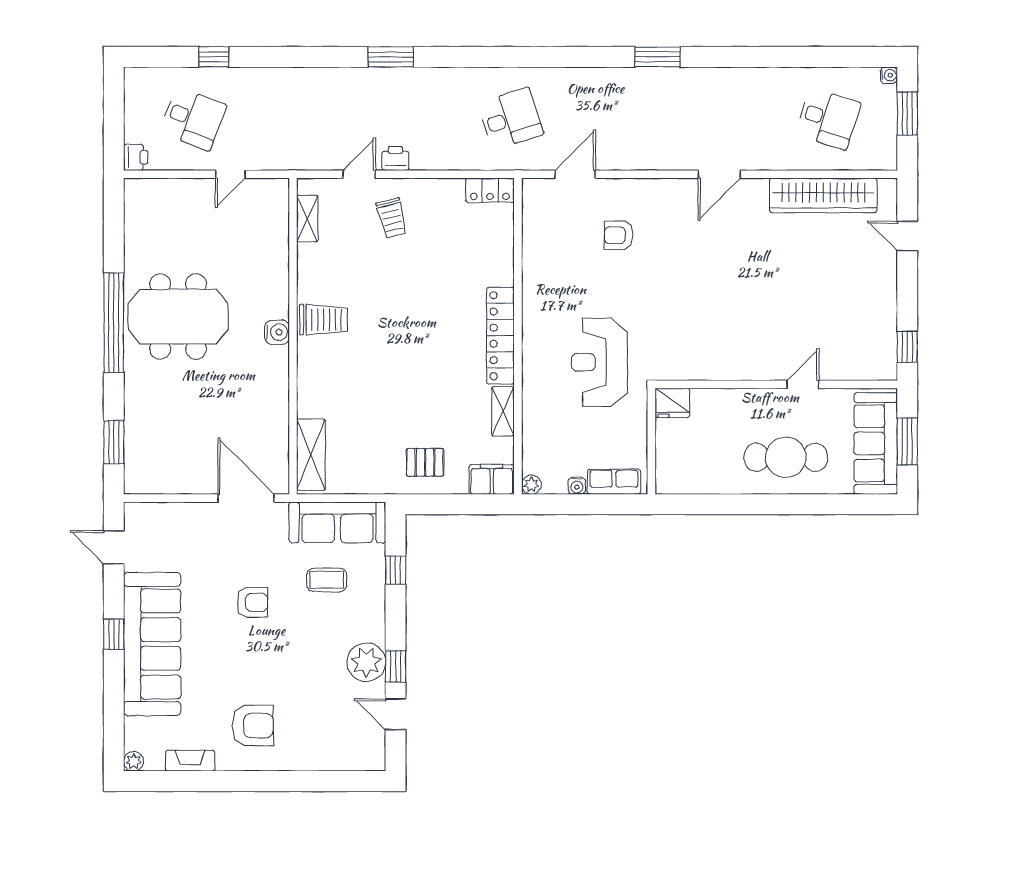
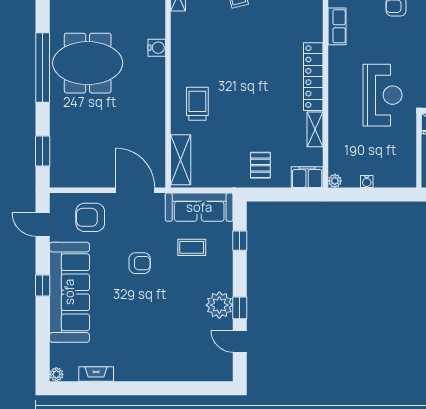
trolley: (323, 320) -> (197, 104), moved, turned -90
water cooler: (277, 332) -> (157, 48), moved
reception desk: (599, 362) -> (382, 95), turned 180
pallet: (425, 462) -> (260, 165), turned 90
row of seats: (614, 482) -> (337, 26), moved, turned 90
armchair: (253, 726) -> (90, 217), moved, turned 180

